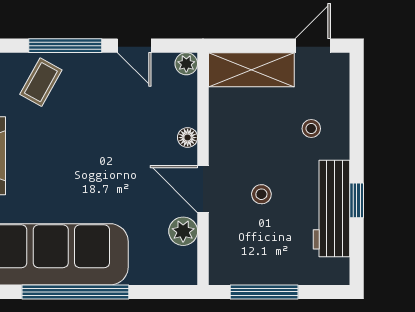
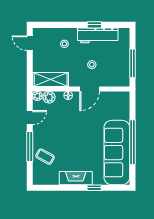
shelving: (251, 70) -> (51, 80), moved, turned 90
plant: (183, 231) -> (49, 97), moved

